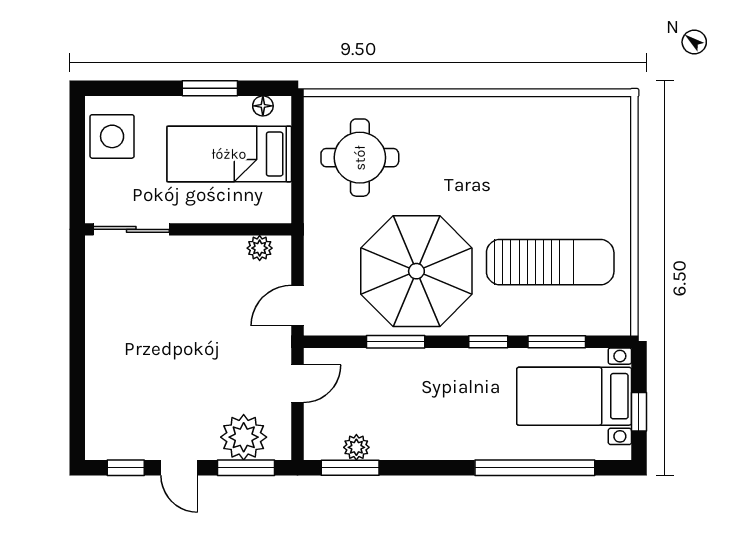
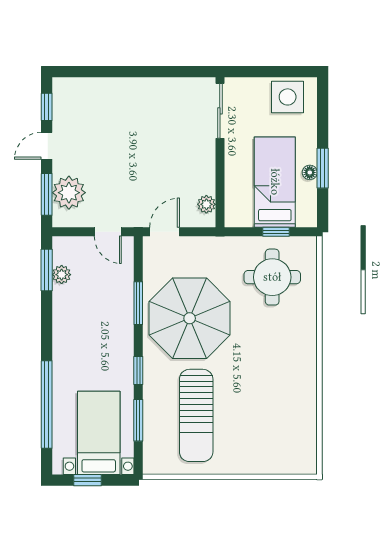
floor lamp: (263, 106) -> (310, 172), moved
window: (297, 152) -> (276, 232), added
door: (297, 306) -> (165, 232), hinge flipped

